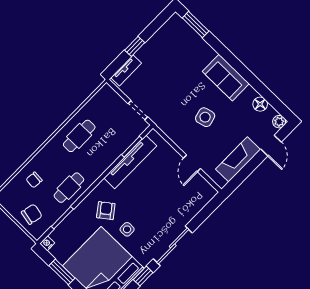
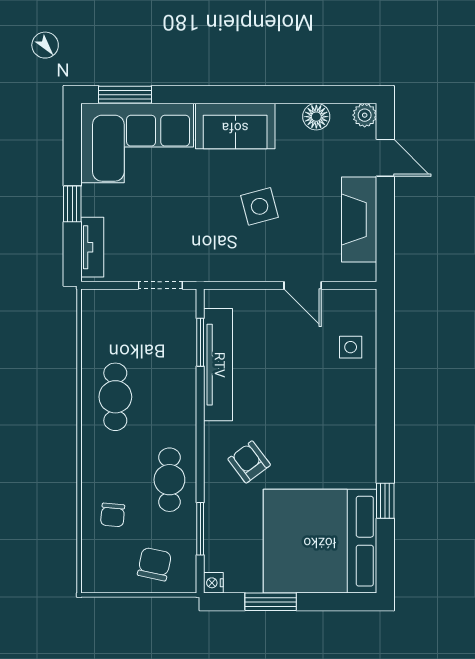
corner sofa: (182, 48) -> (137, 143), added
side table: (127, 229) -> (351, 347), moved
sliding door: (173, 246) -> (385, 421), removed

